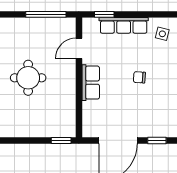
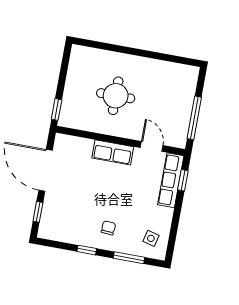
row of seats: (124, 25) -> (171, 180), moved
chair: (139, 77) -> (108, 228), moved
round table: (28, 78) -> (116, 96), moved

